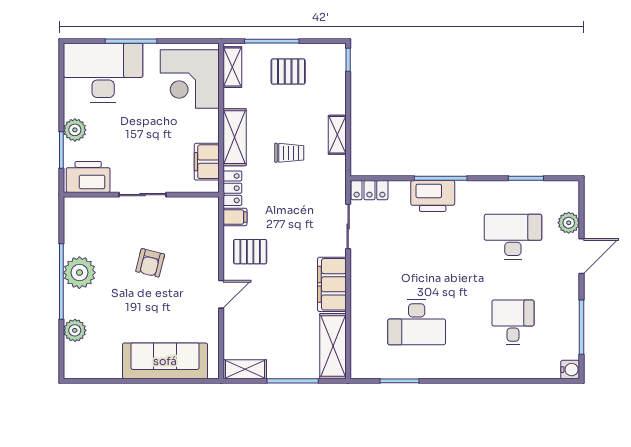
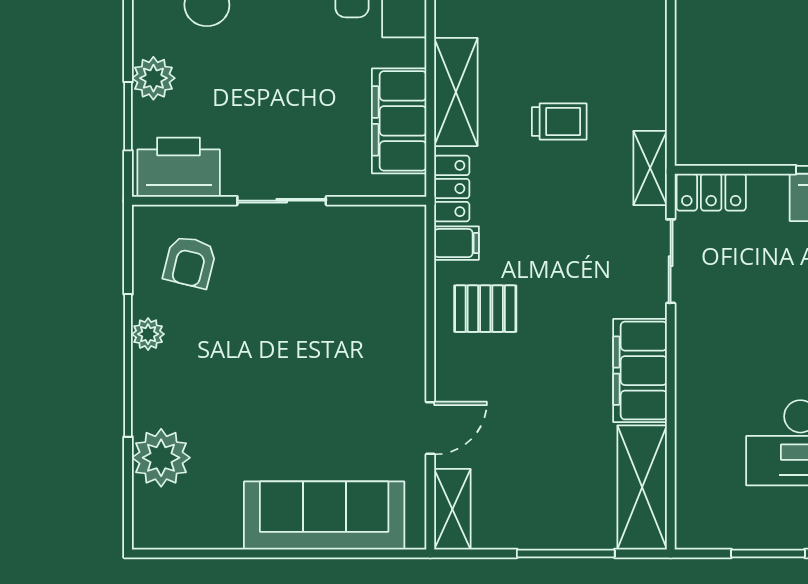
shelving: (337, 135) -> (650, 168), moved
filing cabinet: (207, 162) -> (399, 121), width x1.50, depth x1.17
armchair: (150, 263) -> (190, 262), moved
plant: (79, 273) -> (148, 334), width x0.53, depth x0.53
door: (221, 294) -> (430, 428), moved
plant: (75, 330) -> (161, 458), width x1.36, depth x1.36
shelving: (245, 369) -> (452, 509), moved, turned 90

